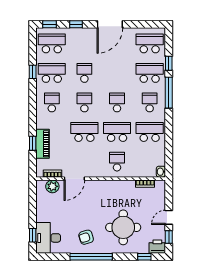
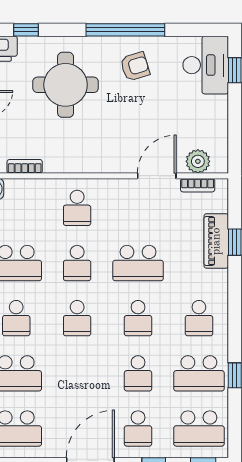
school desk: (84, 43) -> (138, 428), added
school desk: (117, 132) -> (77, 263), width x0.54

